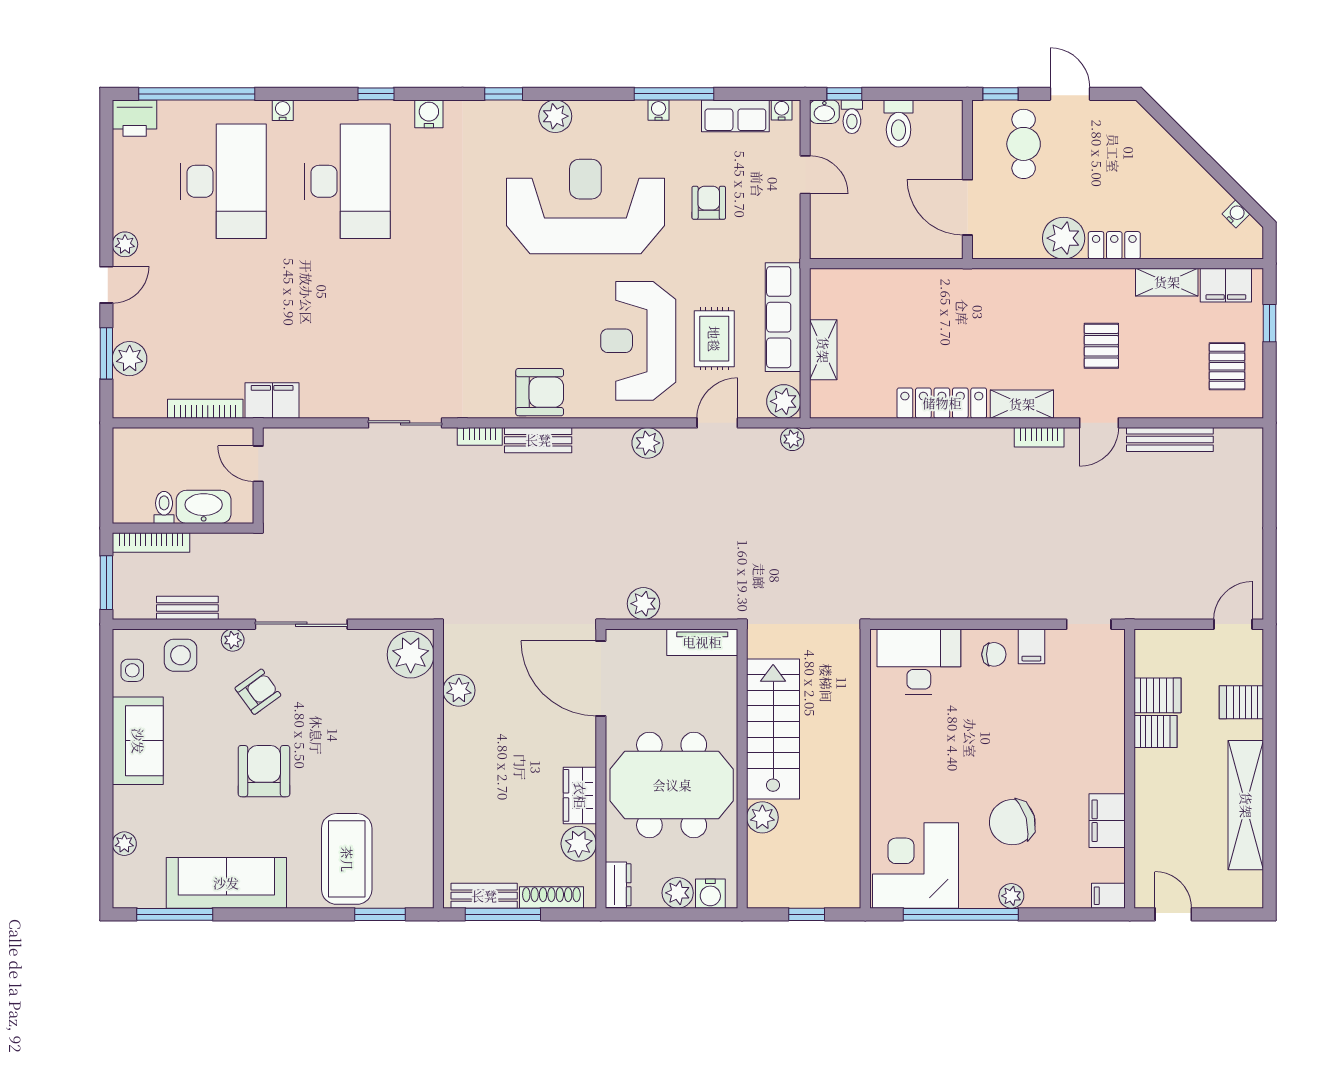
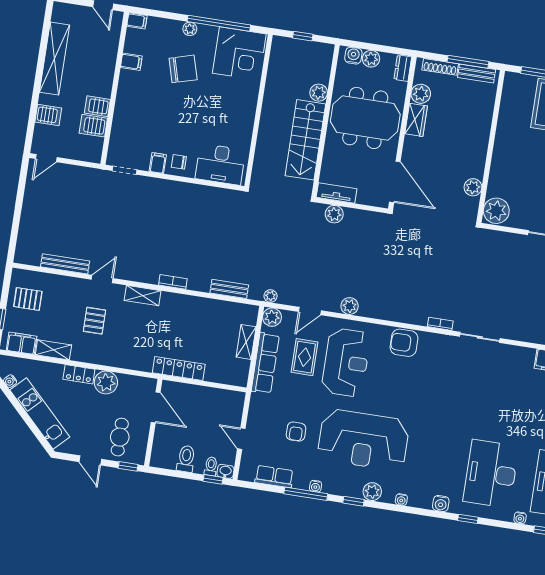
window: (504, 94) -> (353, 501), moved
water cooler: (782, 110) -> (401, 500), moved
kitchen unit: (1174, 164) -> (40, 413), added
pallet: (1227, 366) -> (28, 299), turned 90
locker: (942, 403) -> (179, 368), moved, turned 180
bookcase: (1039, 437) -> (173, 282), moved
bench: (538, 440) -> (229, 289), moved
plant: (643, 604) -> (334, 214), moved
filing cabinet: (1107, 821) -> (131, 62), width x0.50

